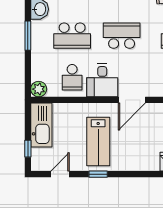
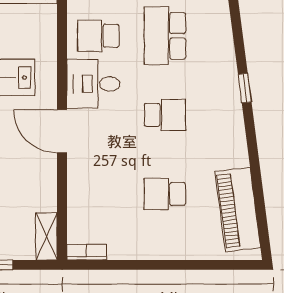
school desk: (122, 36) -> (165, 115), width x0.54

